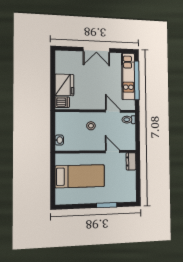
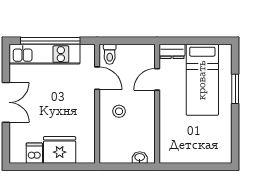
dishwasher: (62, 102) -> (34, 153), moved
door: (113, 111) -> (97, 78), swing flipped
bed: (80, 176) -> (202, 80), moved, turned 180

